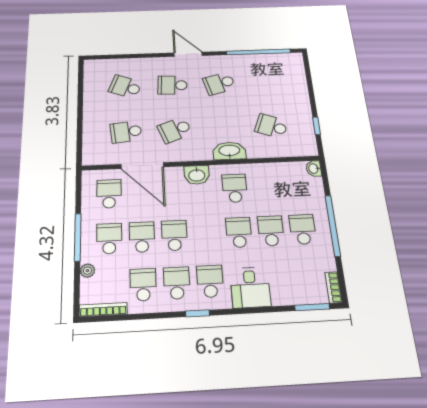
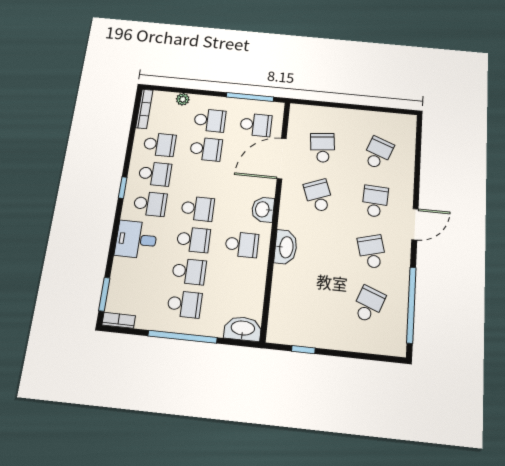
school desk: (271, 126) -> (369, 304), moved
washbasin: (314, 169) -> (243, 329), width x1.91, depth x1.45
school desk: (174, 235) -> (198, 209), moved
window: (78, 237) -> (250, 97), moved

